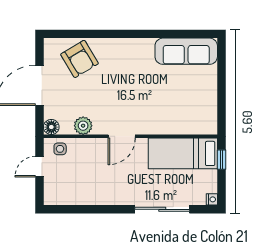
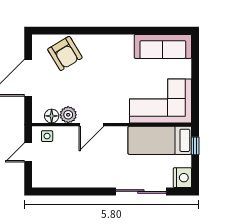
corner sofa: (184, 111) -> (160, 101), added
floor lamp: (51, 127) -> (52, 116), moved
door: (122, 136) -> (92, 125), moved
nightstand: (212, 199) -> (182, 178), width x1.89, depth x1.79

